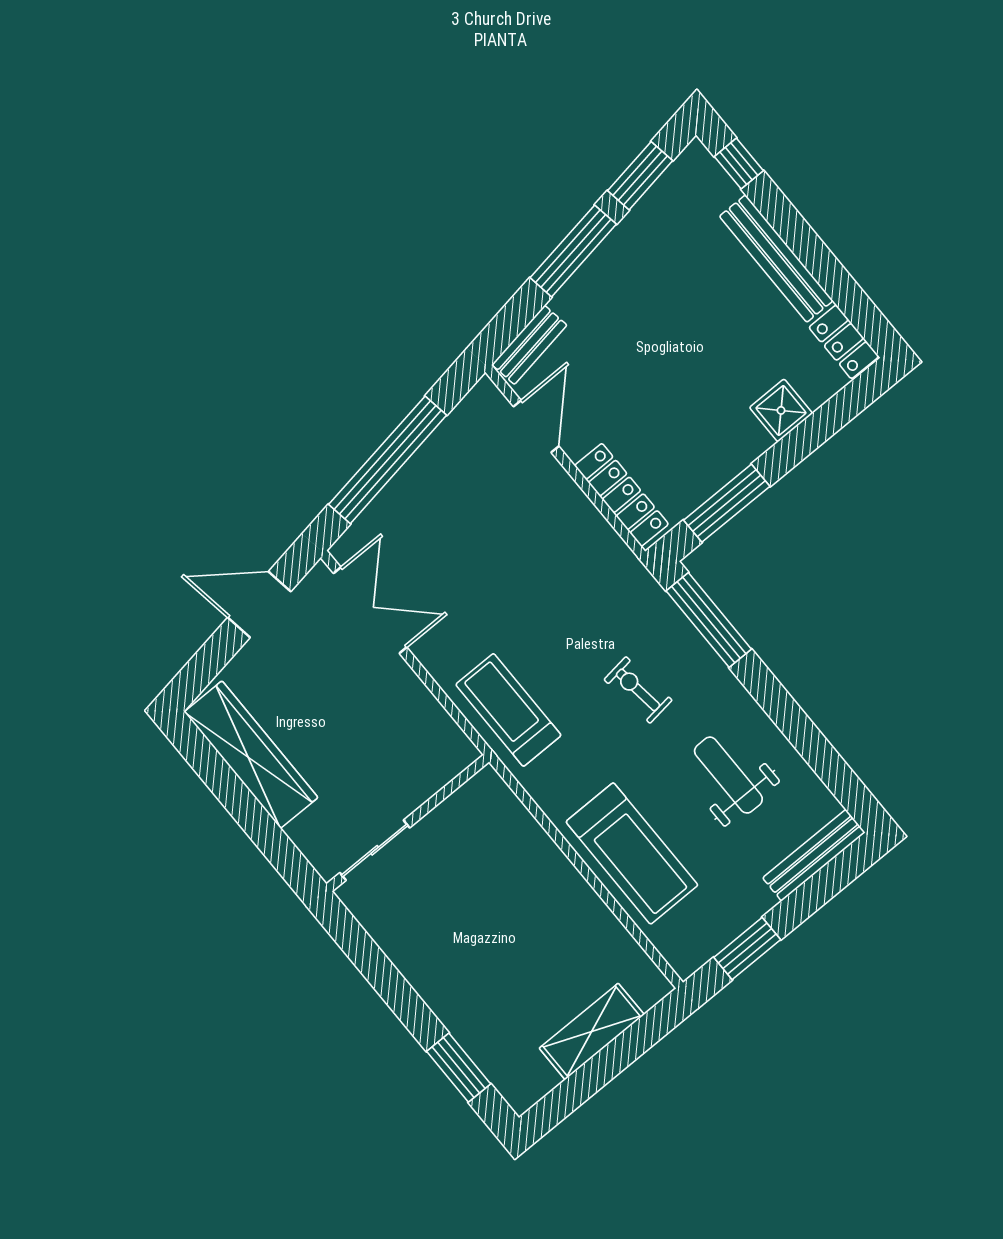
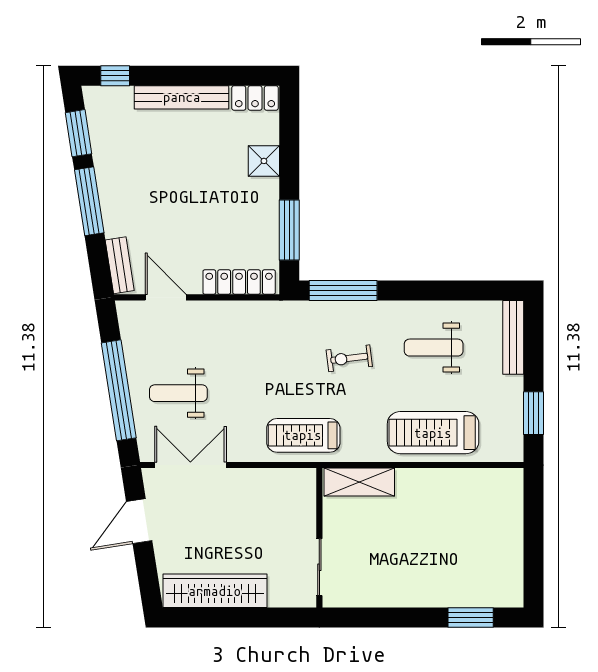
weight bench: (440, 530) -> (178, 393), added
treadmill: (632, 853) -> (433, 433), turned 180
shelving: (592, 1031) -> (359, 482), moved, turned 90

